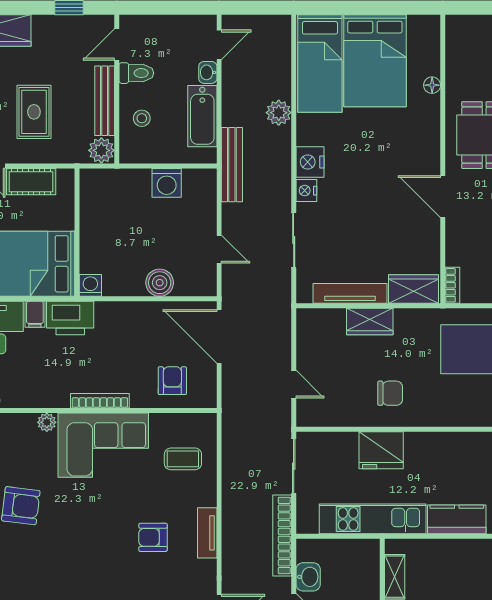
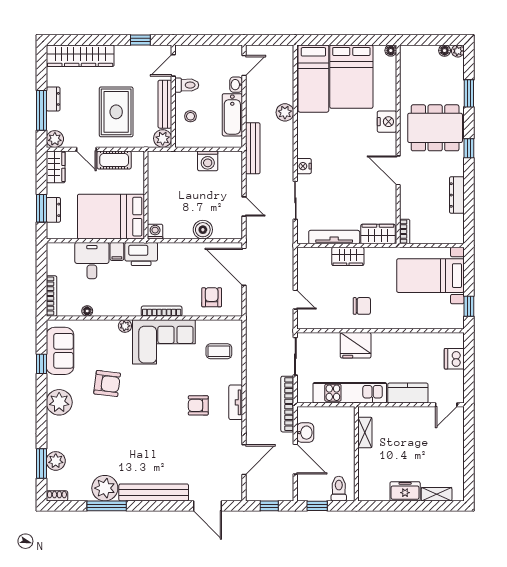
floor lamp: (432, 85) -> (391, 51), moved
rug: (34, 112) -> (116, 112), width x1.36, depth x1.43
nightstand: (310, 162) -> (387, 122), moved, turned 180

